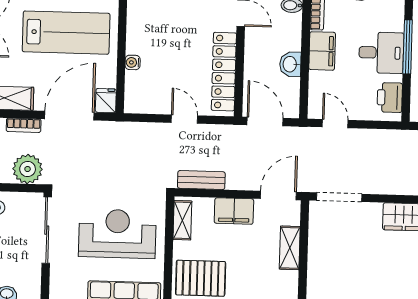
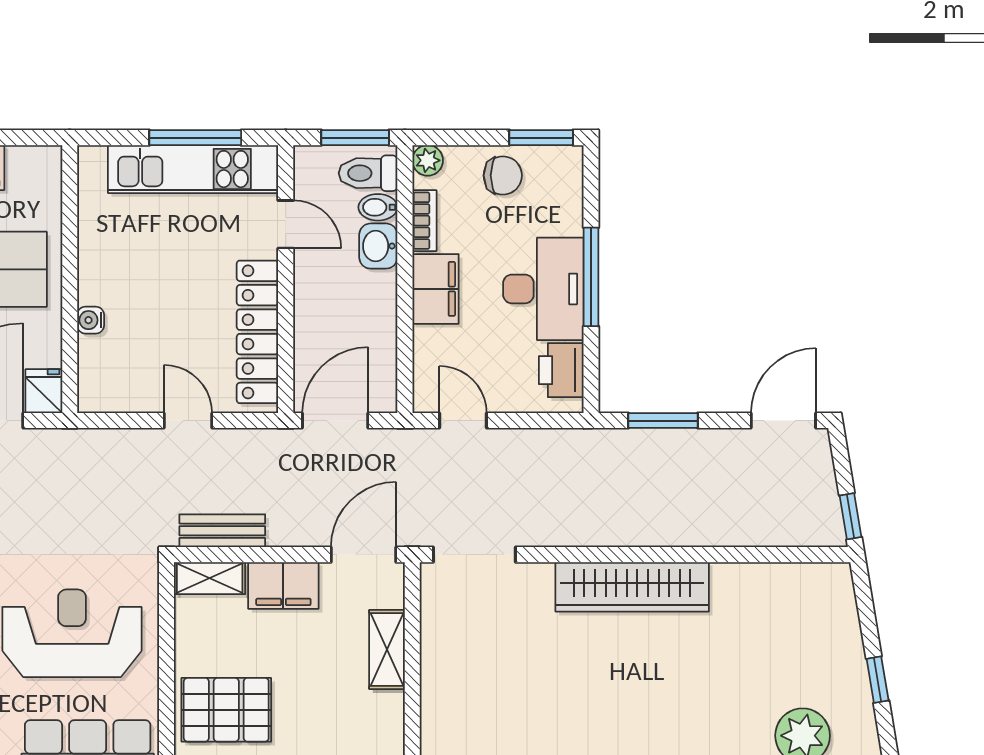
desk: (381, 53) -> (543, 289), width x1.37
washbasin: (290, 64) -> (378, 246), moved
door: (265, 121) -> (335, 421), hinge flipped
shelving: (182, 220) -> (210, 578), moved, turned 90

